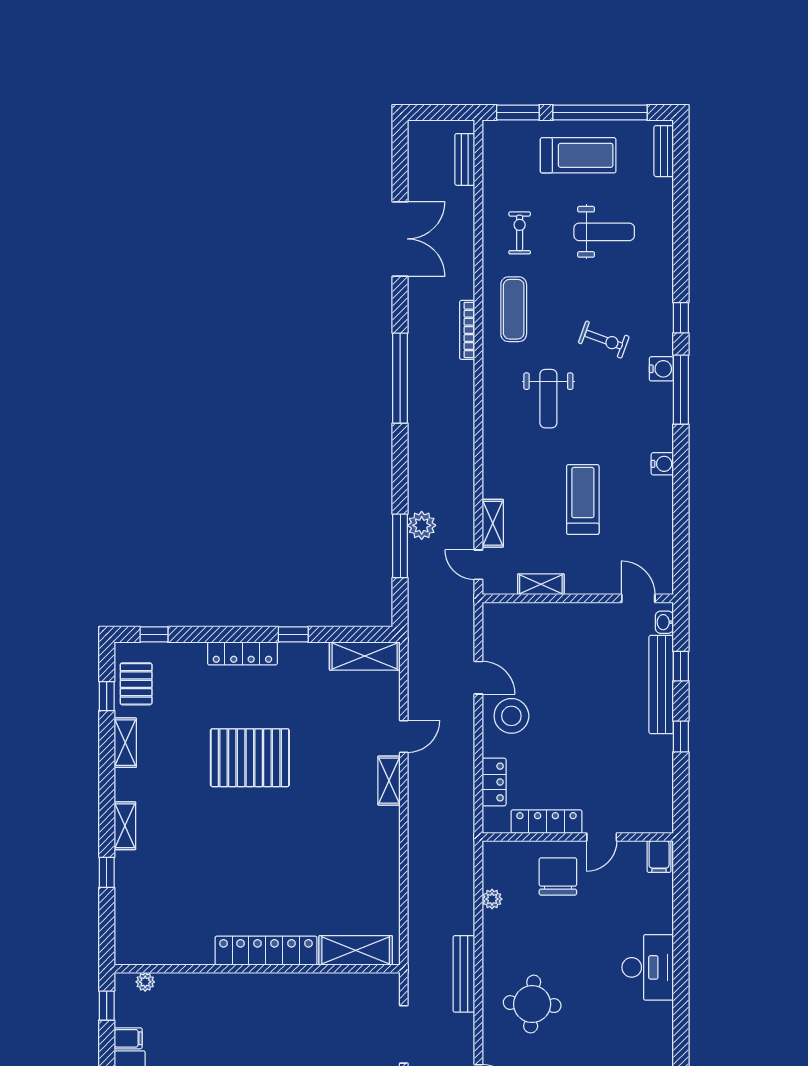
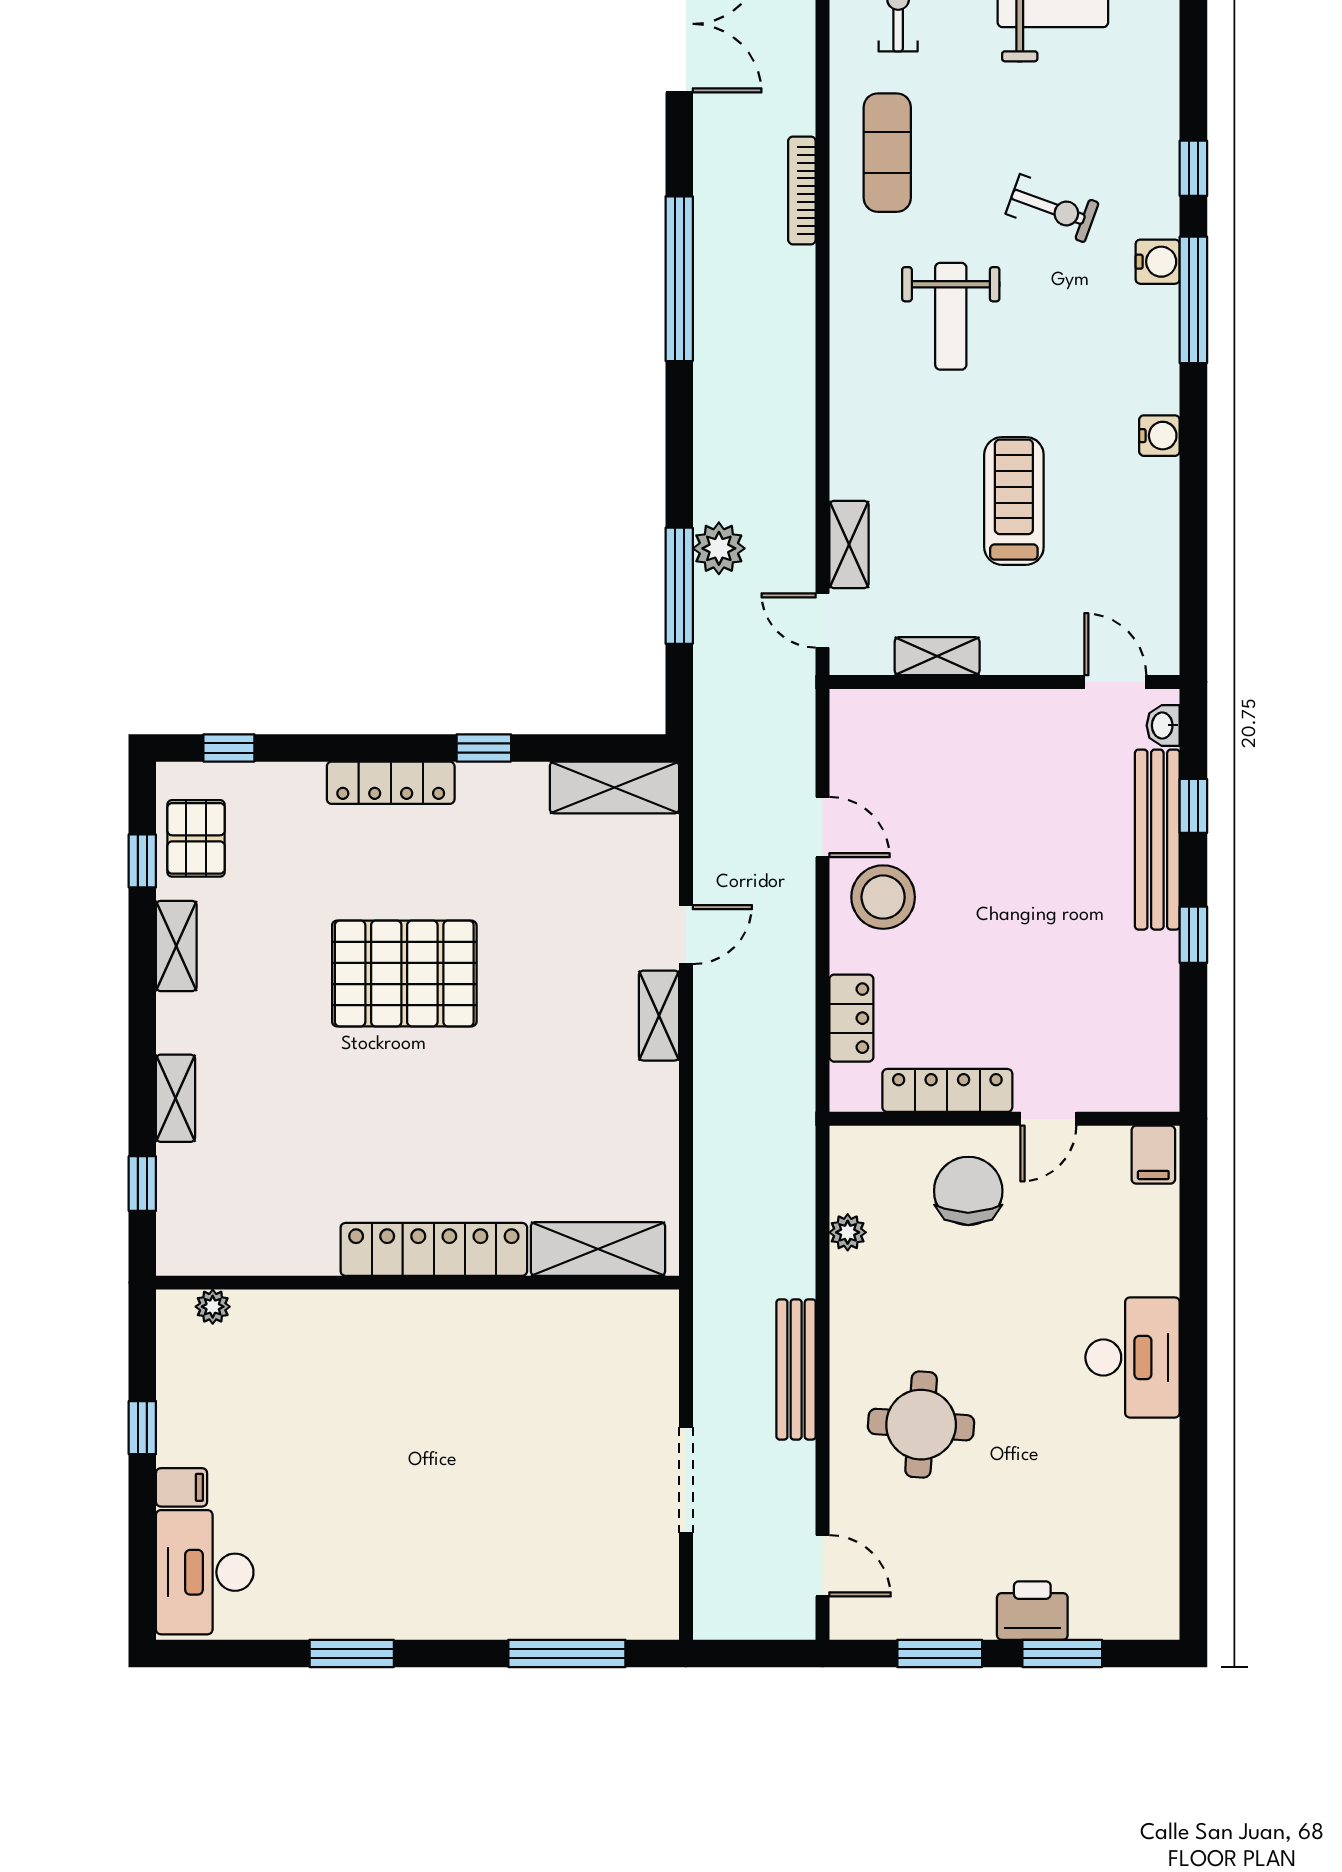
shelving: (356, 950) -> (598, 1249), moved
locker: (266, 951) -> (434, 1249), moved
wall: (257, 969) -> (418, 1283), moved
plant: (145, 982) -> (213, 1307), moved

